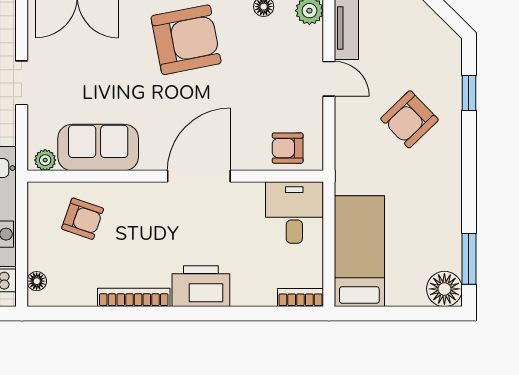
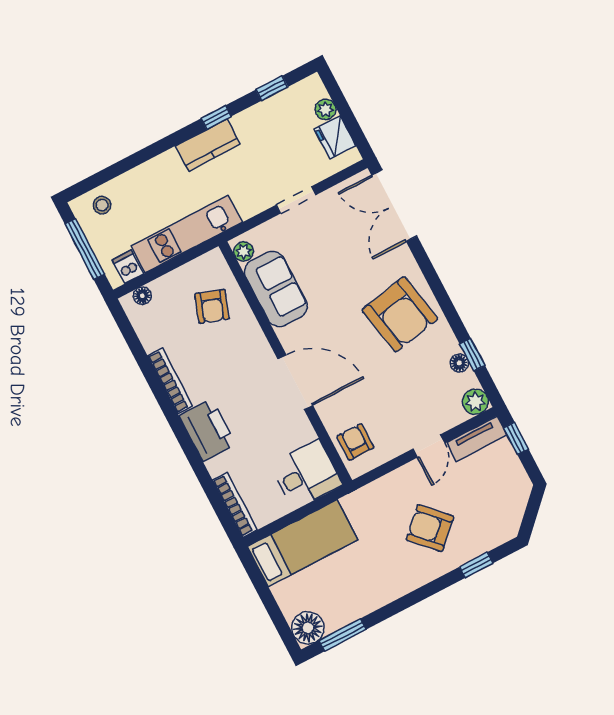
bookcase: (300, 298) -> (235, 505), width x1.56

